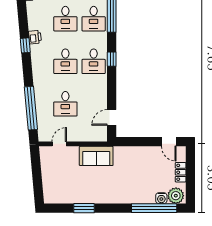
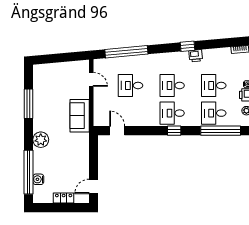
plant: (176, 196) -> (41, 140), moved
window: (84, 208) -> (29, 104), width x1.44

